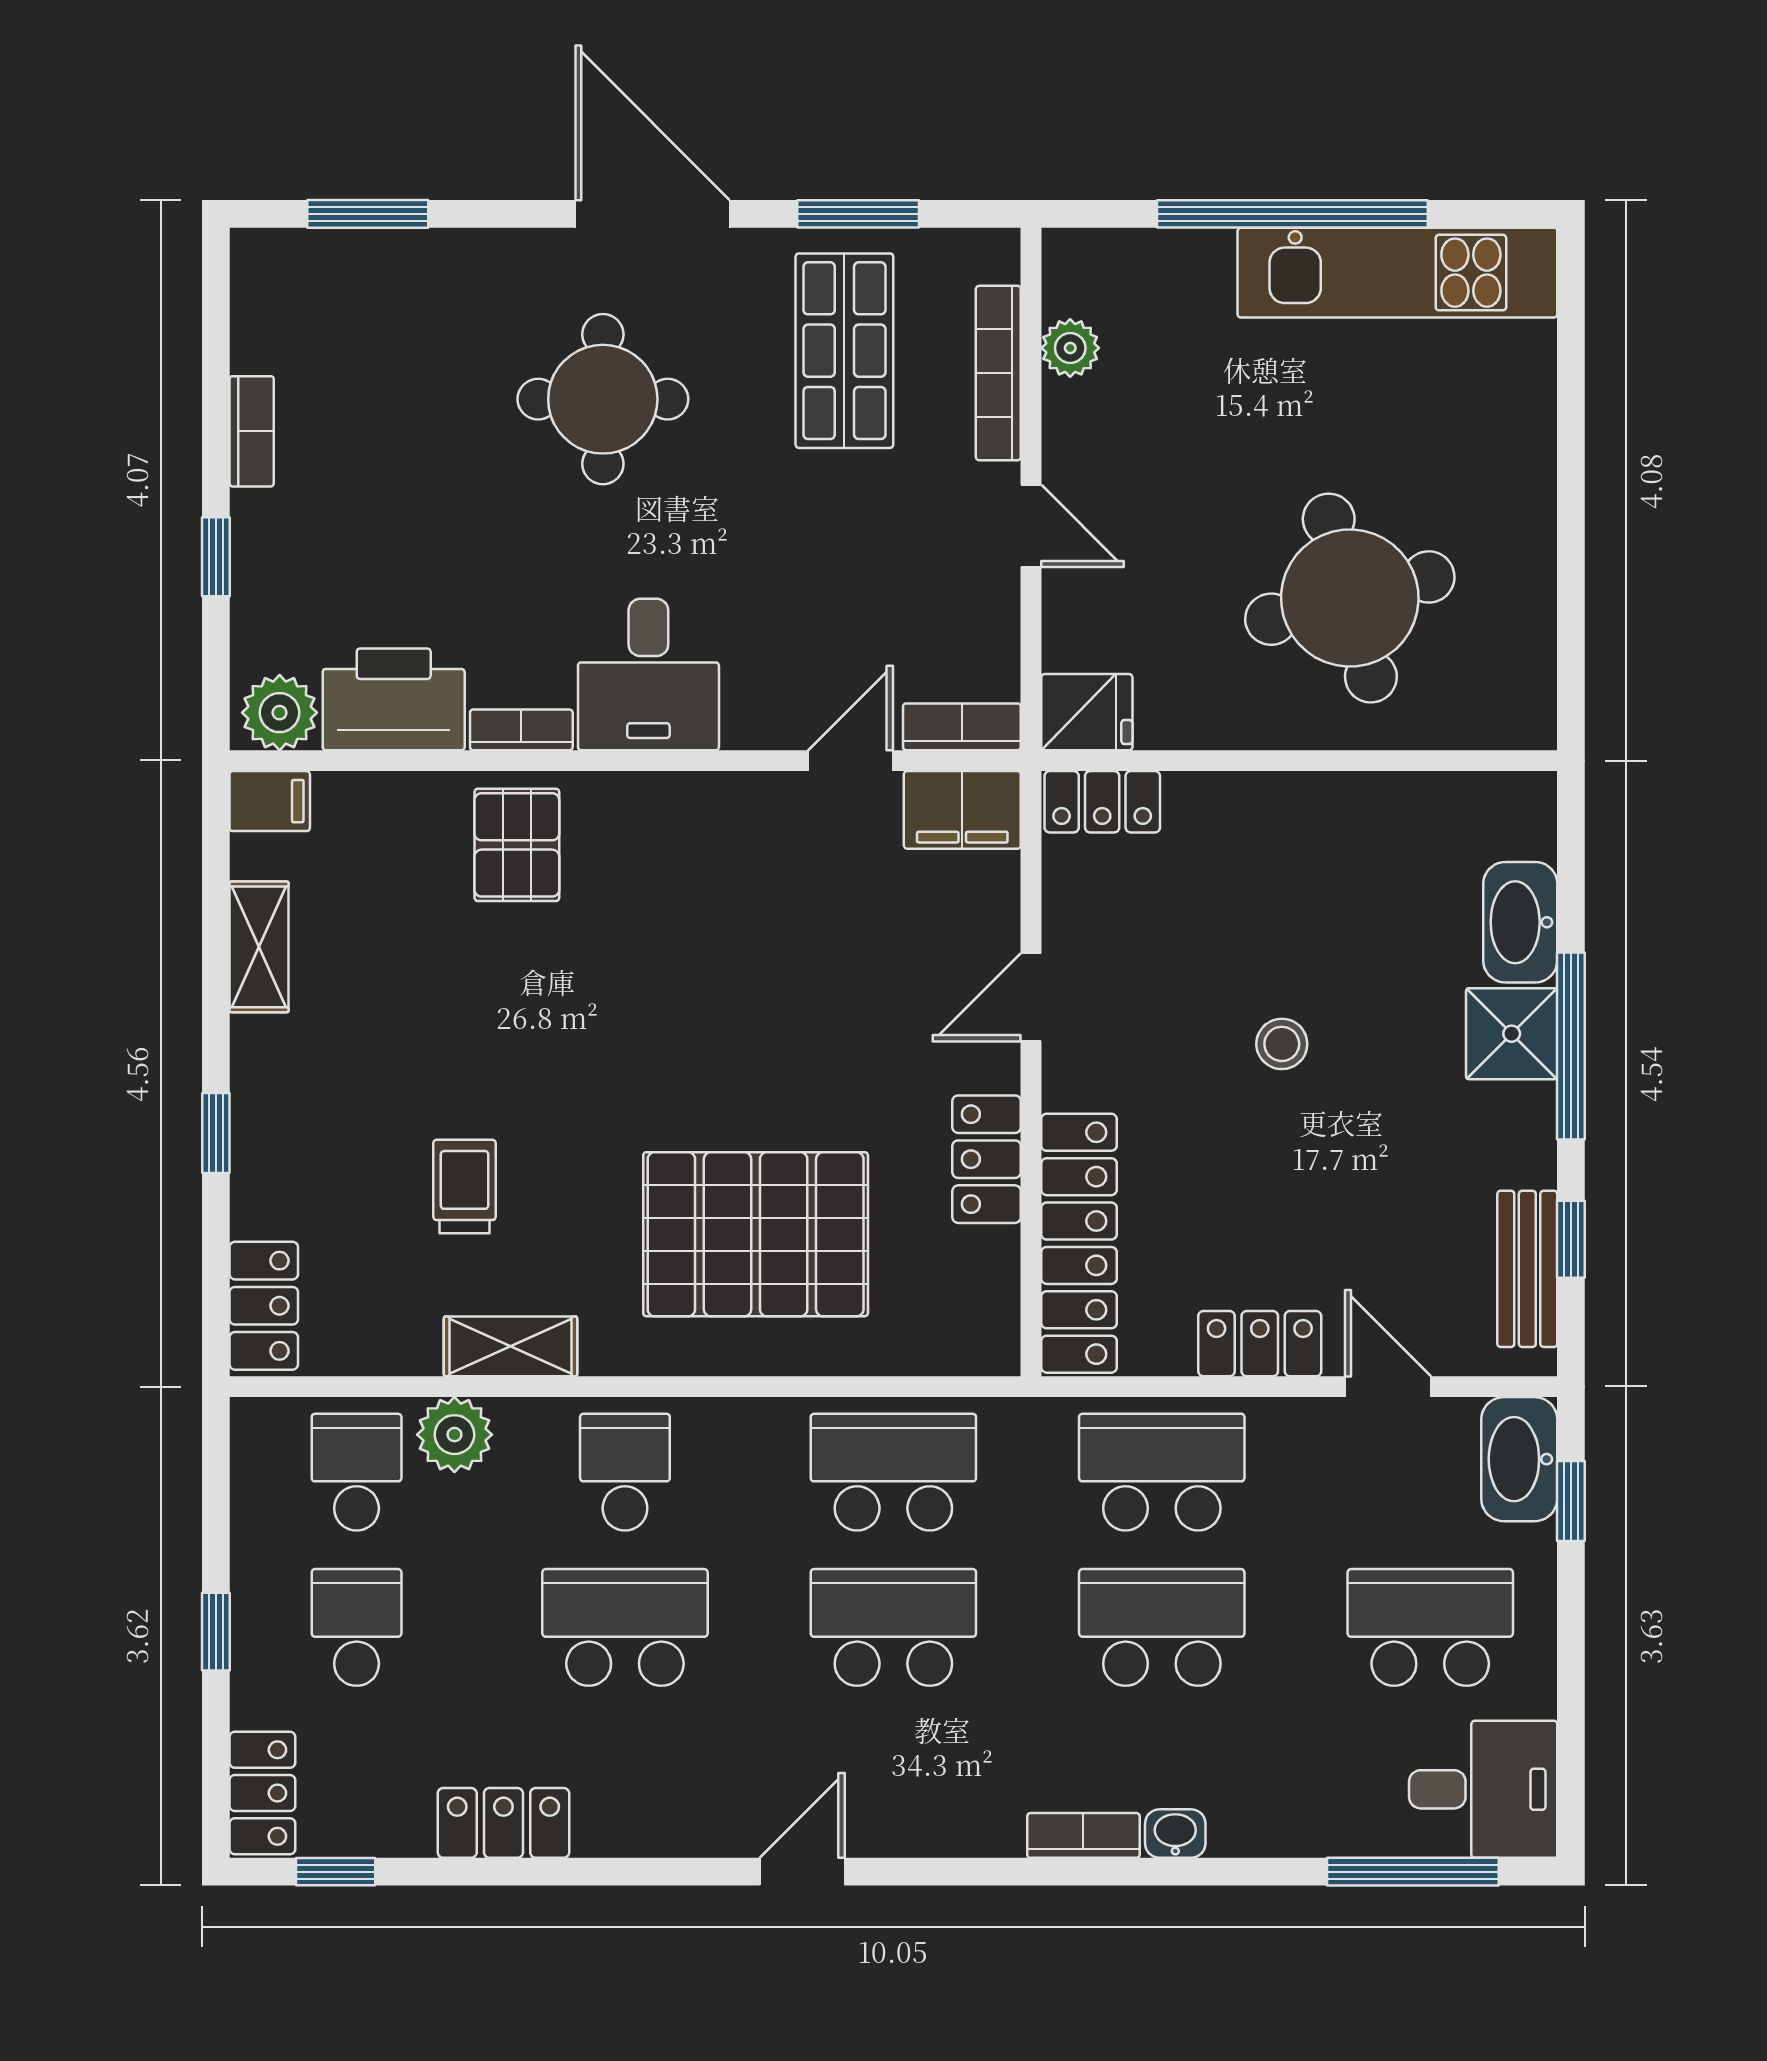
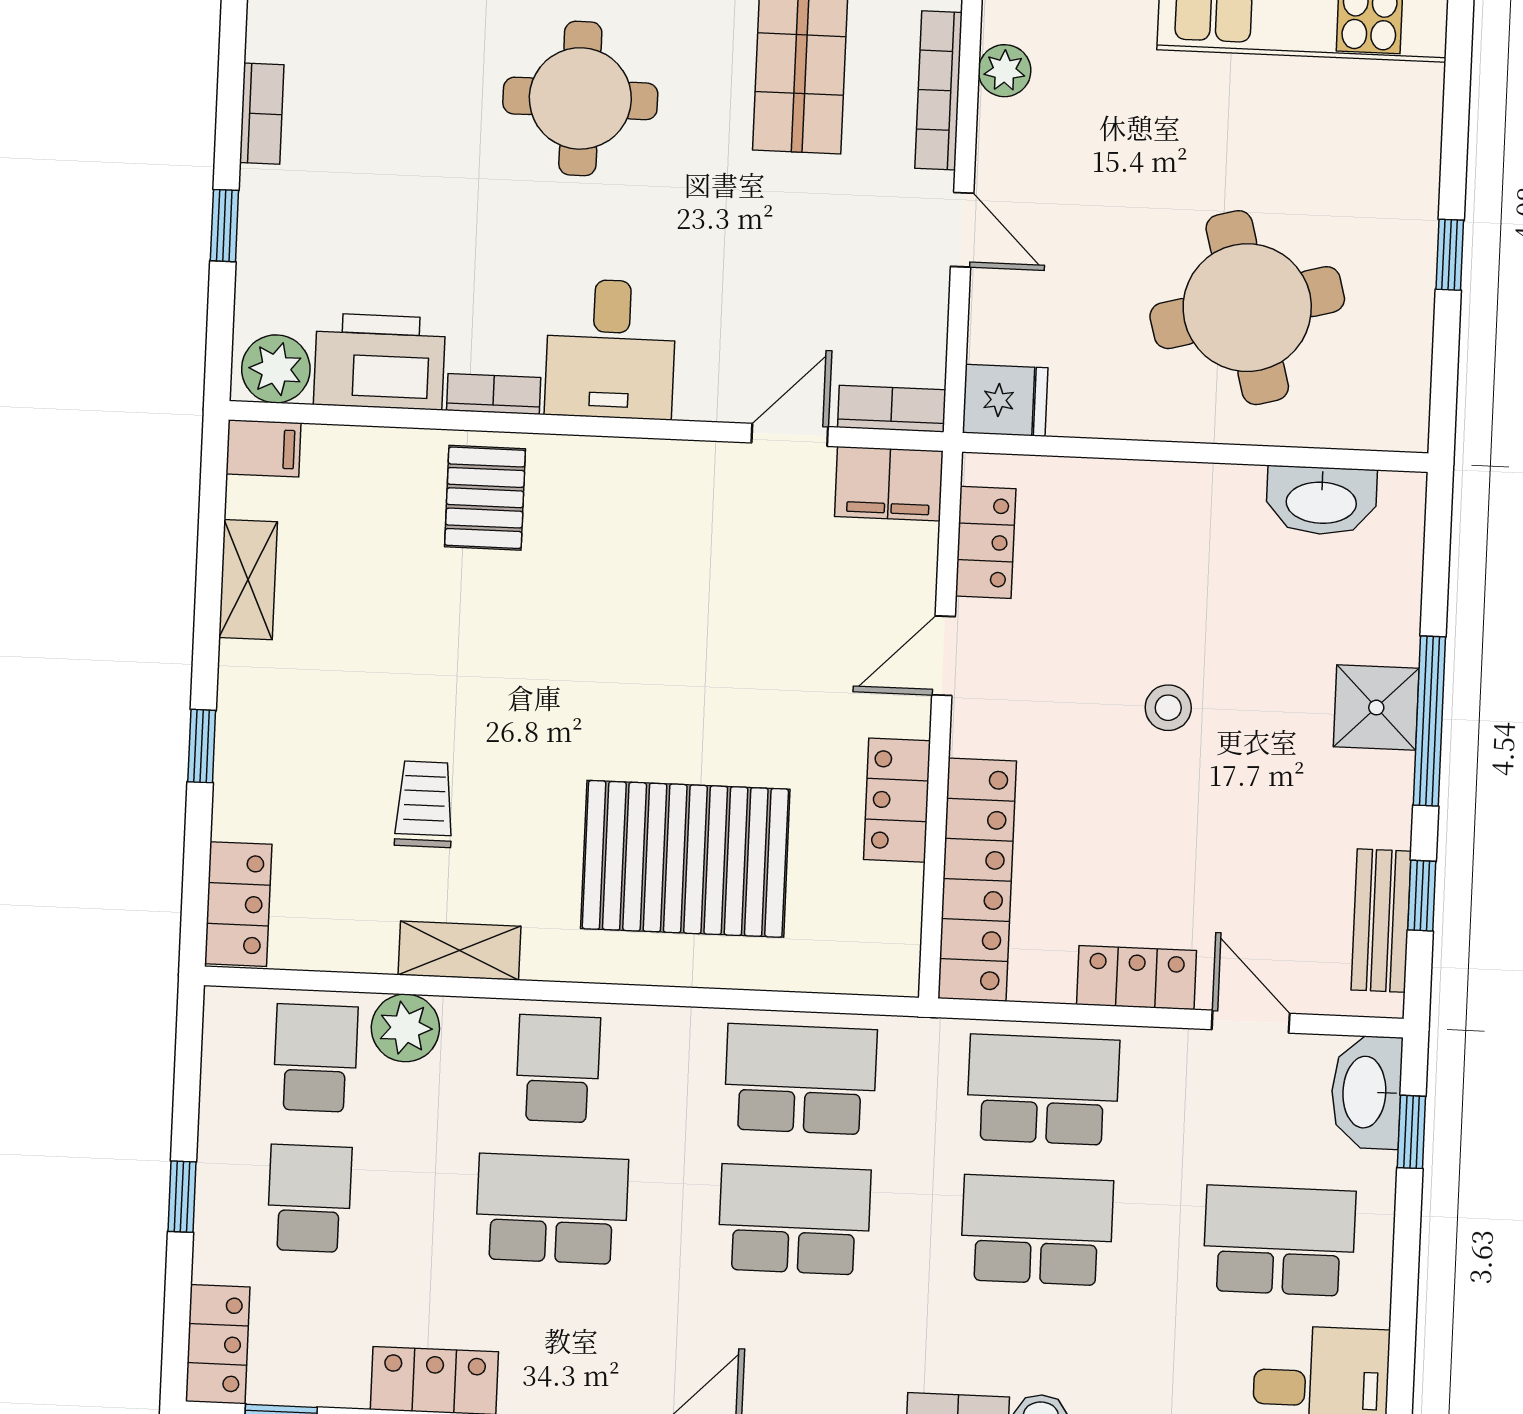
window: (1571, 530) -> (1450, 255), added
locker: (1102, 802) -> (986, 542), moved, turned -90
washbasin: (1520, 922) -> (1321, 501), moved, turned -90

